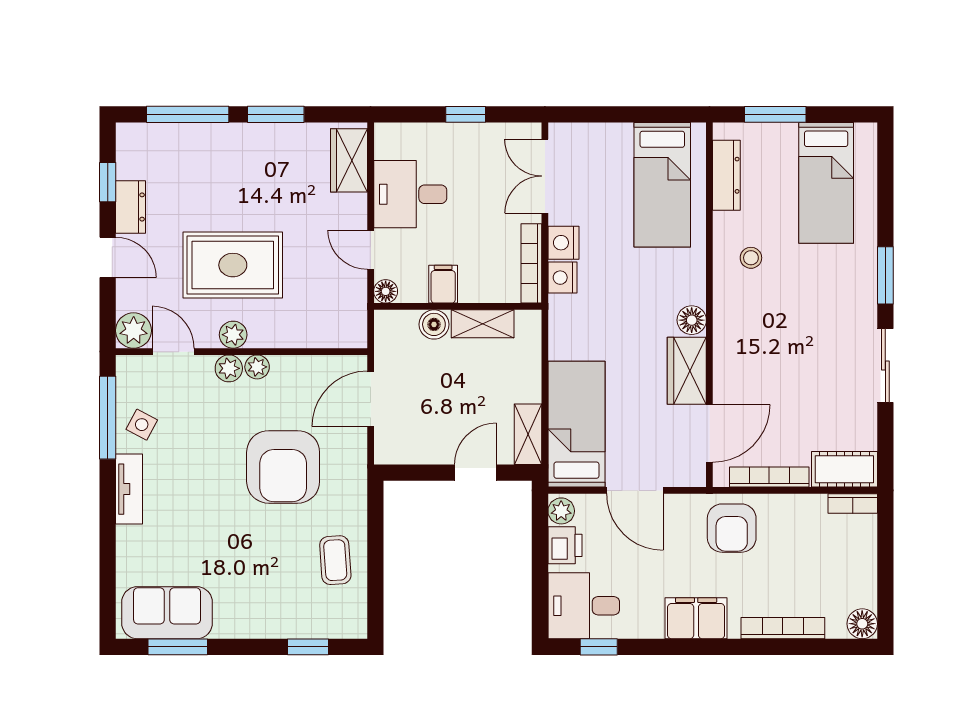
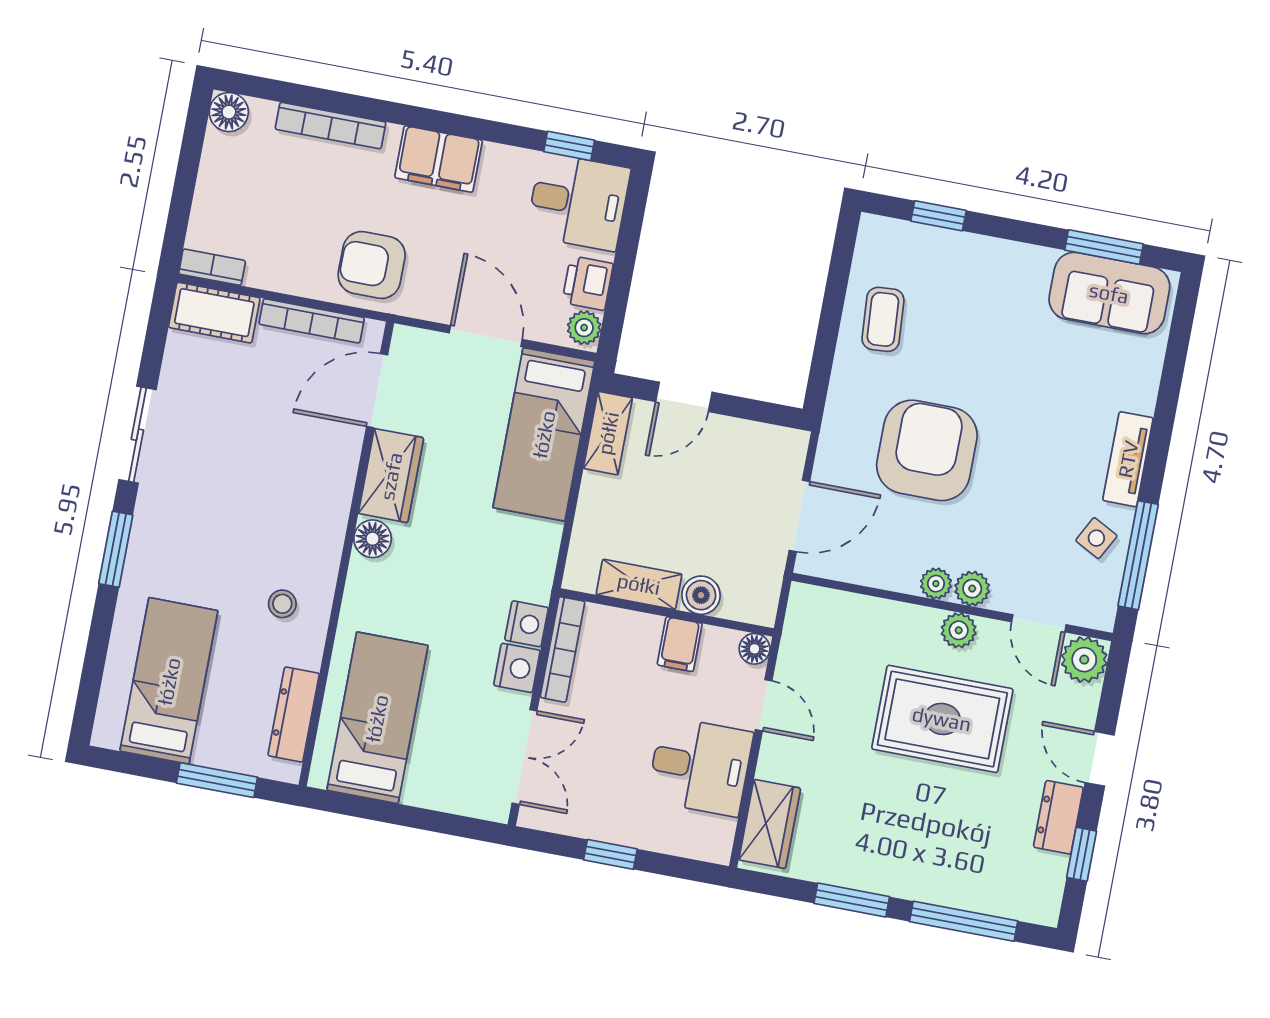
armchair: (732, 528) -> (372, 265), turned -90

